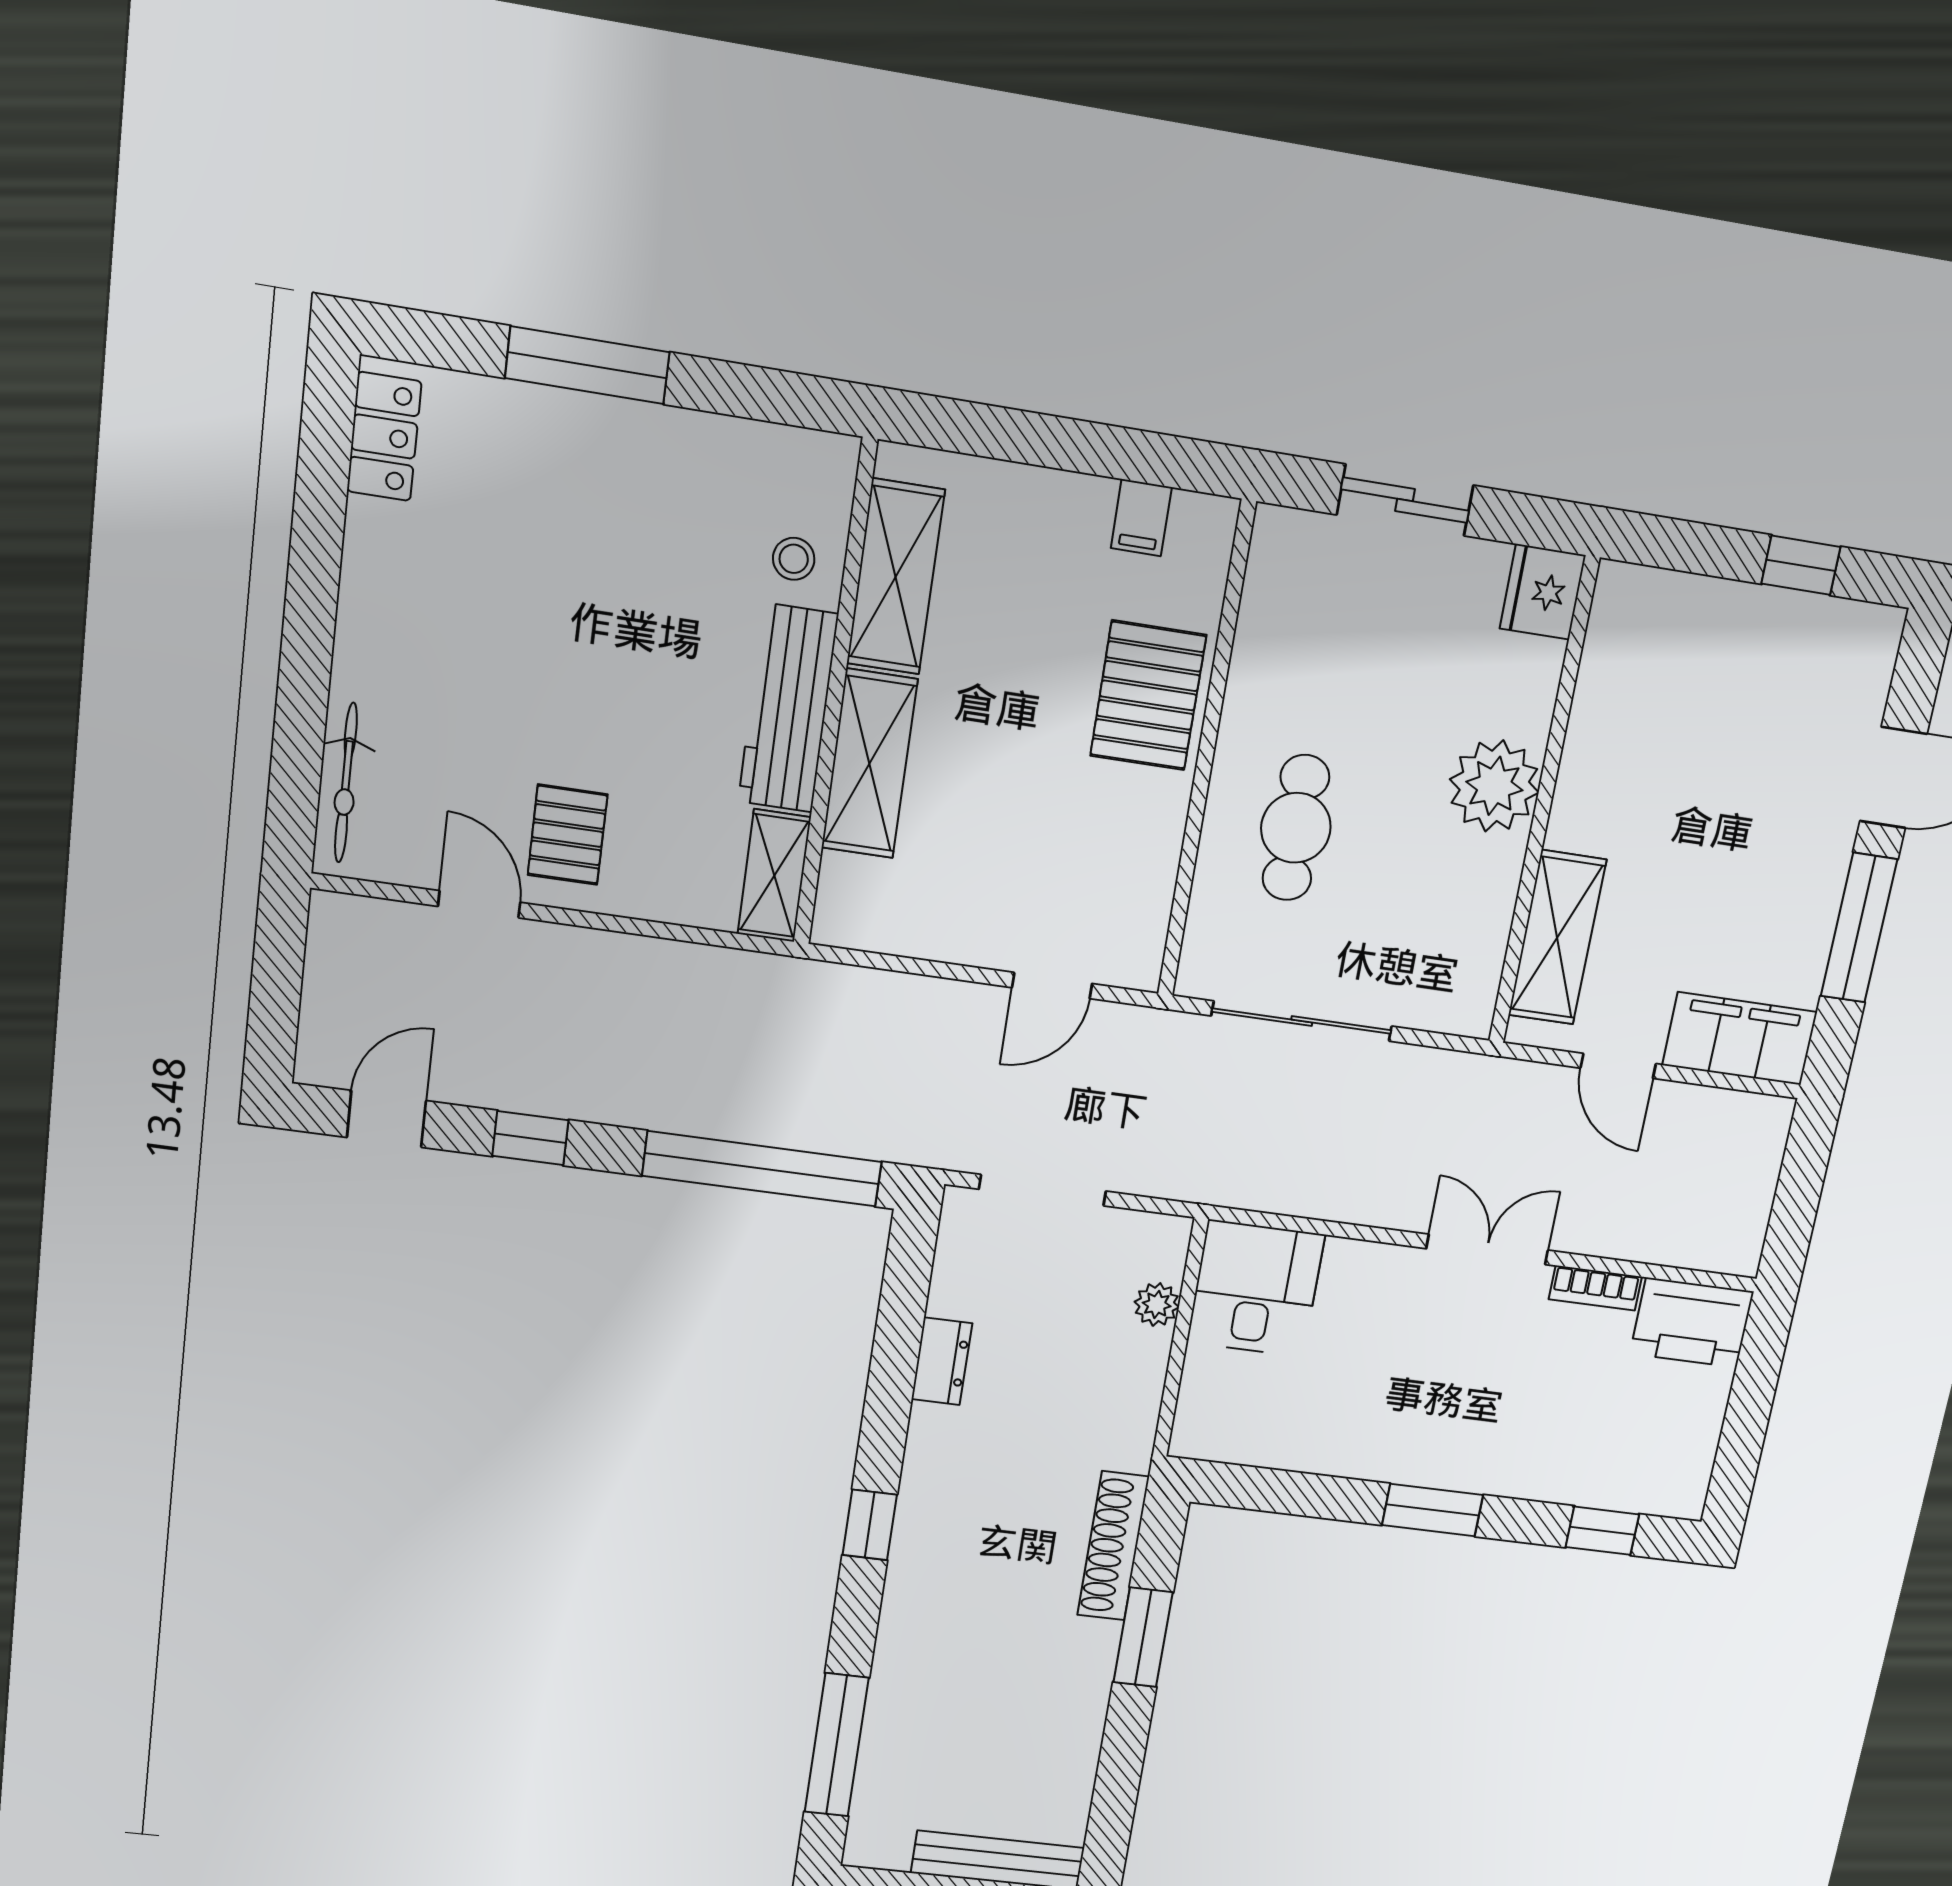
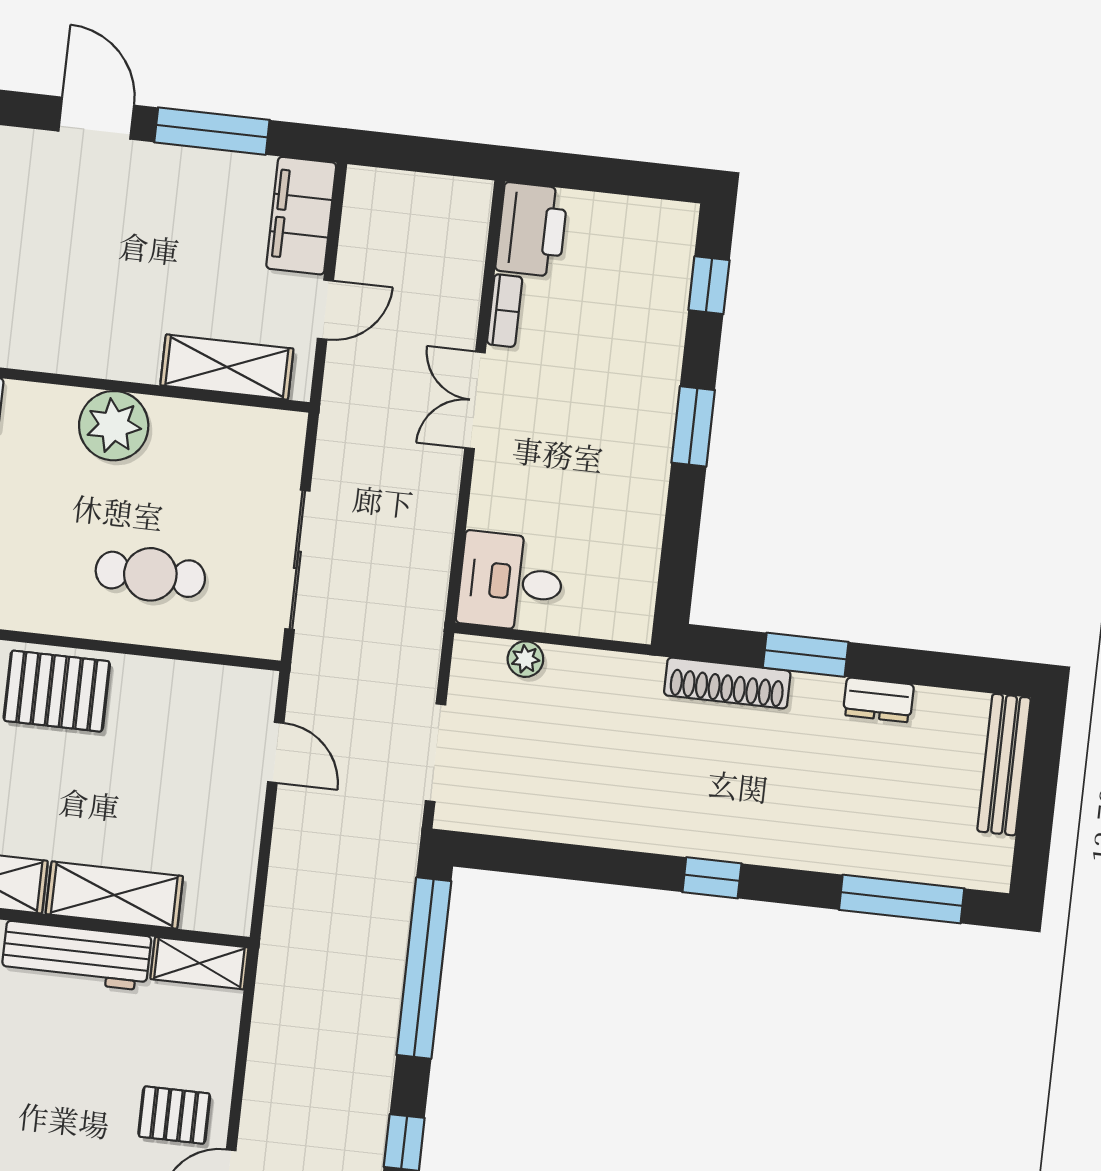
dresser: (942, 1361) -> (878, 700), moved, turned 180

